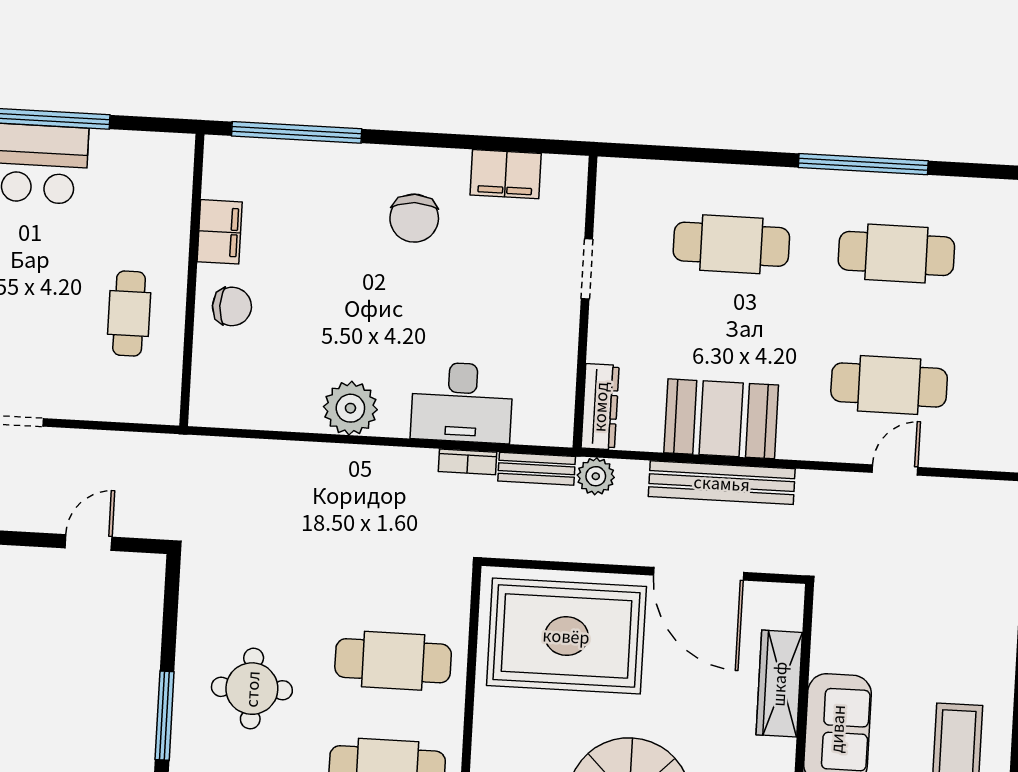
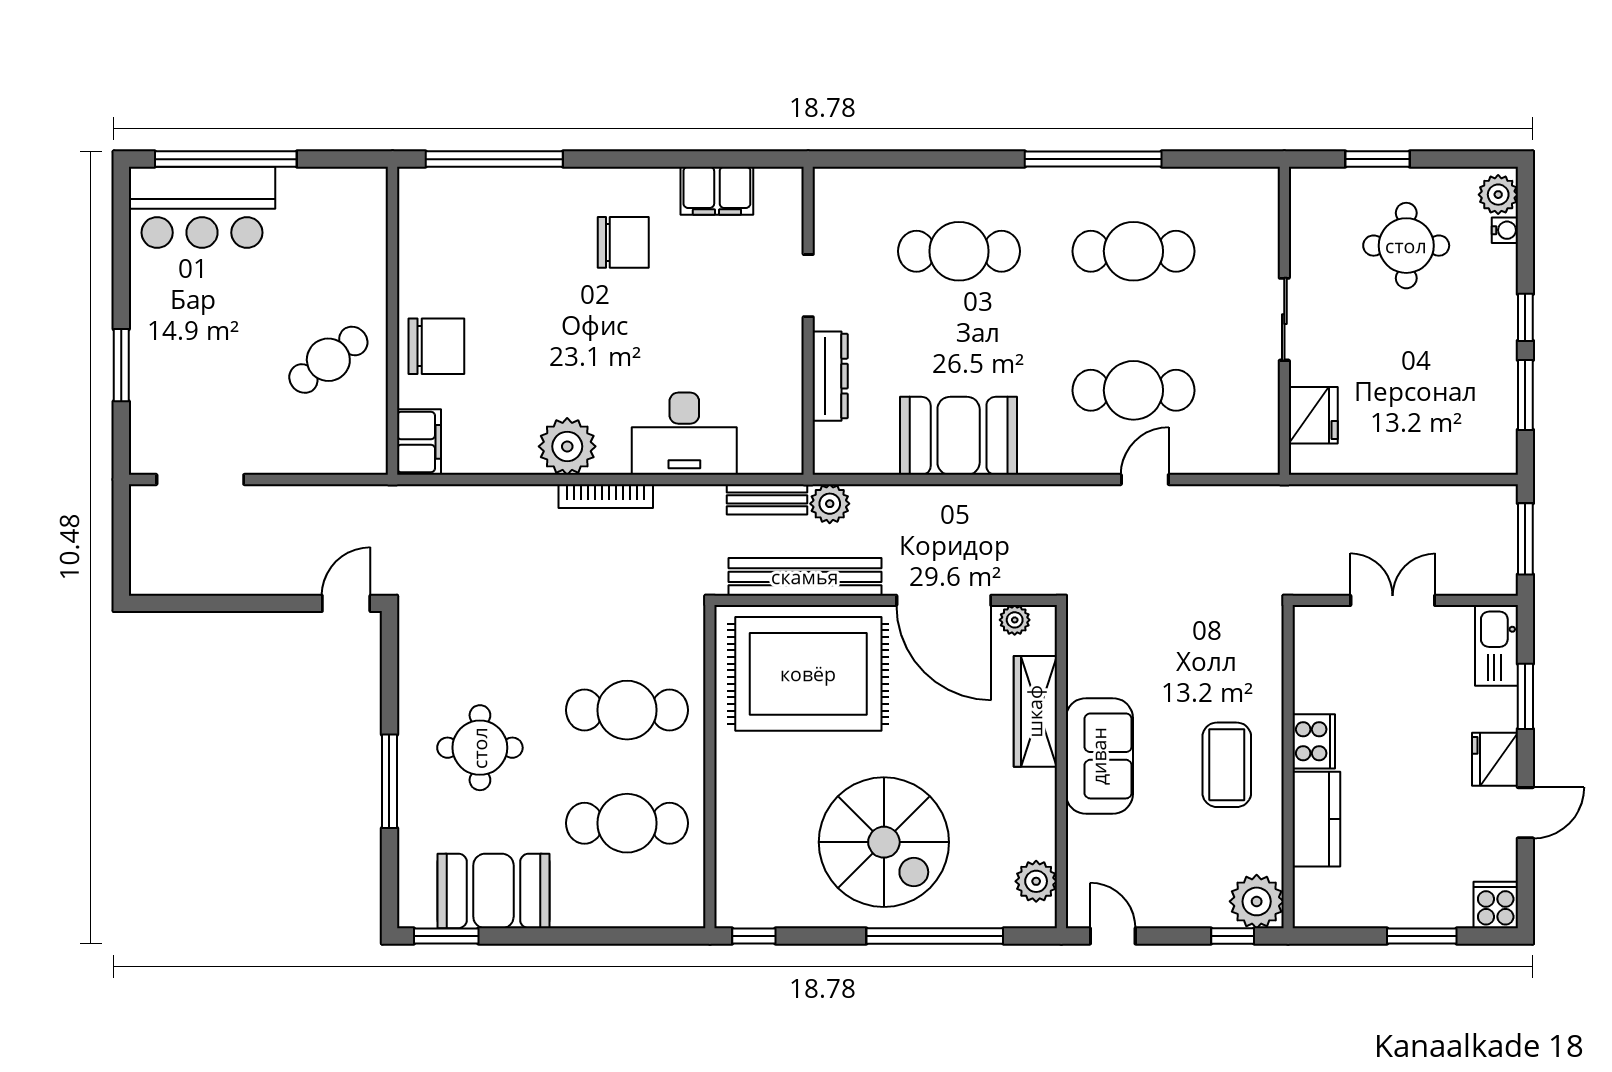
chair: (414, 218) -> (623, 242), turned -89
filing cabinet: (220, 232) -> (419, 442), moved
chair: (232, 306) -> (436, 346), width x1.37, depth x1.37
cafe table: (129, 314) -> (328, 360), turned 53
dresser: (600, 407) -> (830, 376), moved
bookcase: (468, 462) -> (606, 496), moved, width x1.56
bench: (722, 483) -> (805, 577), moved
door: (89, 543) -> (346, 603), moved
plant: (765, 596) -> (1015, 620), added

